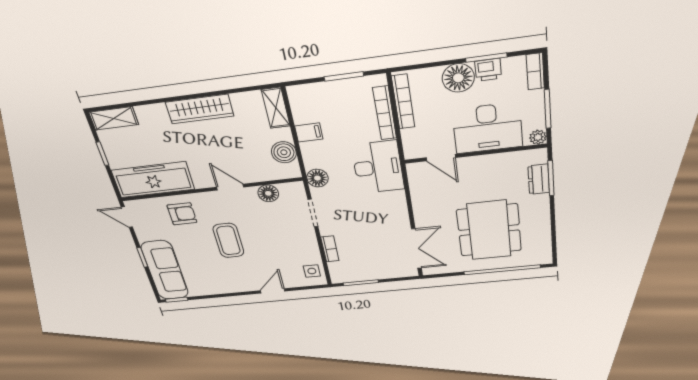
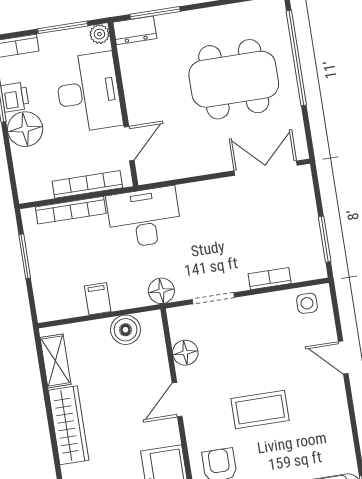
bookcase: (403, 102) -> (87, 184), moved
shelving: (276, 108) -> (55, 361), moved, turned 90
dresser: (539, 179) -> (135, 30), moved

